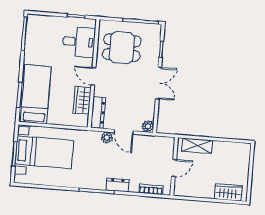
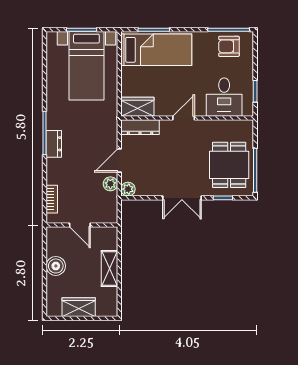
armchair: (38, 35) -> (229, 46), added
dining table: (122, 48) -> (229, 165), moved
wardrobe: (82, 100) -> (137, 107), moved
plant: (107, 138) -> (110, 184), moved
shelving: (197, 146) -> (109, 268), moved
dresser: (117, 185) -> (54, 144), moved
boiler: (206, 190) -> (56, 266), added
wardrobe: (228, 192) -> (79, 307), moved, turned -90

